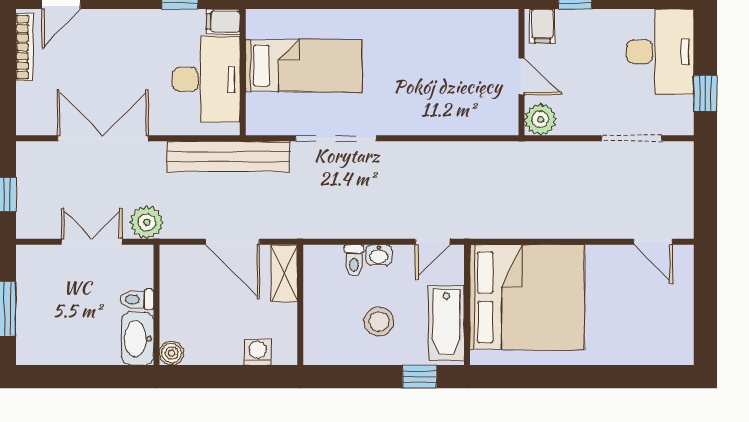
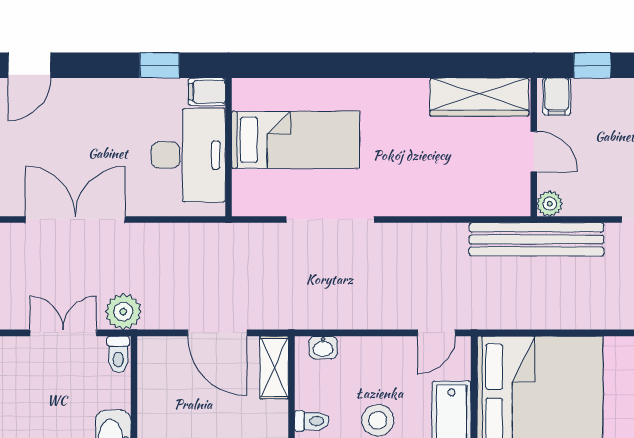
wardrobe: (472, 26) -> (479, 97), added
plant: (540, 119) -> (550, 204), width x0.73, depth x0.73
bench: (228, 156) -> (536, 239), moved
washbasin: (379, 255) -> (323, 347), moved
toilet: (354, 260) -> (312, 421), moved, turned -90
toilet: (137, 300) -> (118, 354), moved, turned -90

